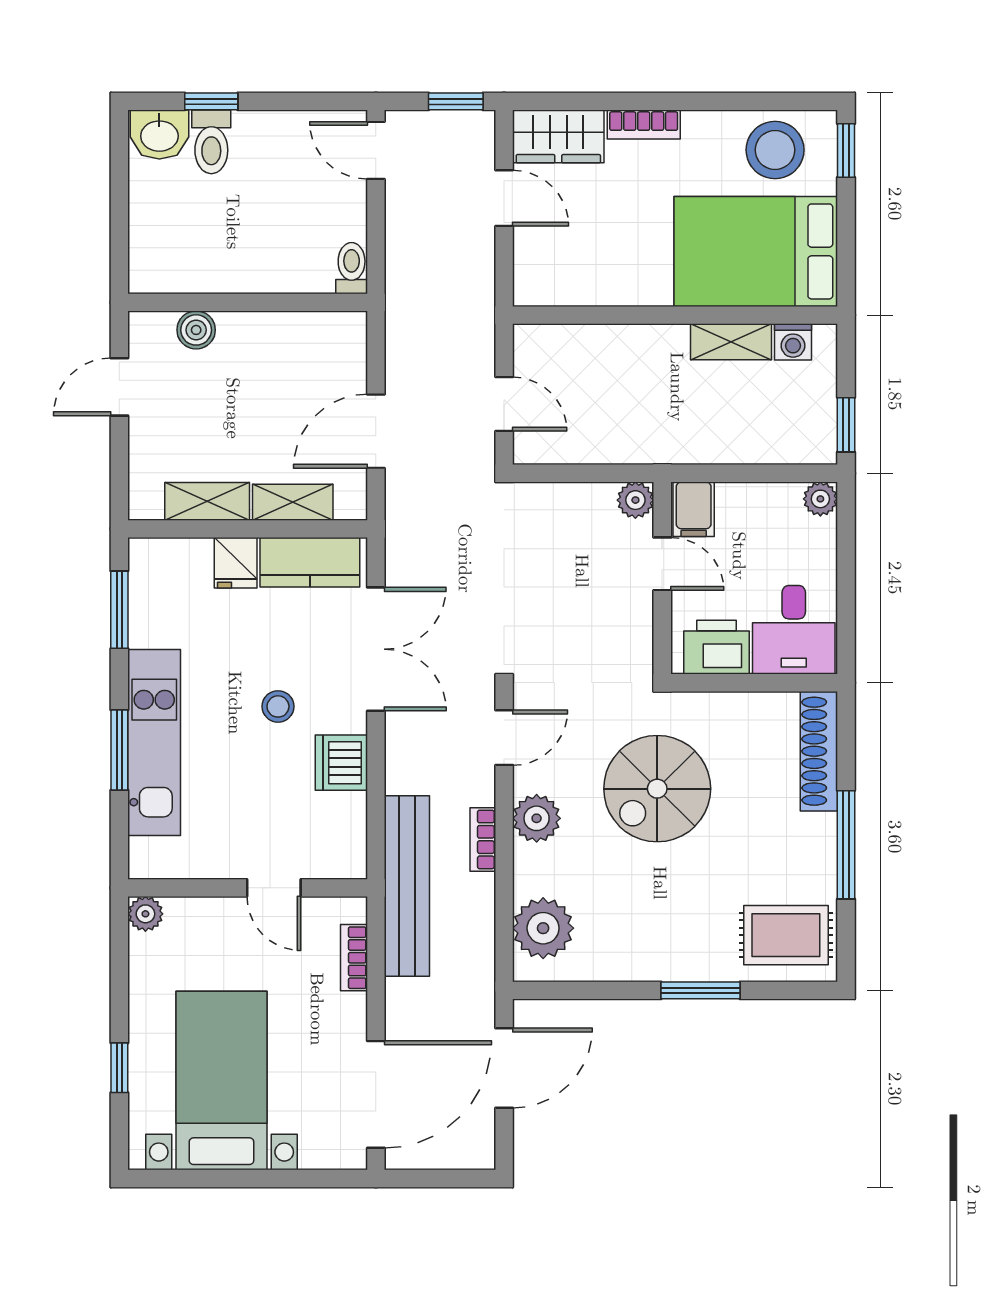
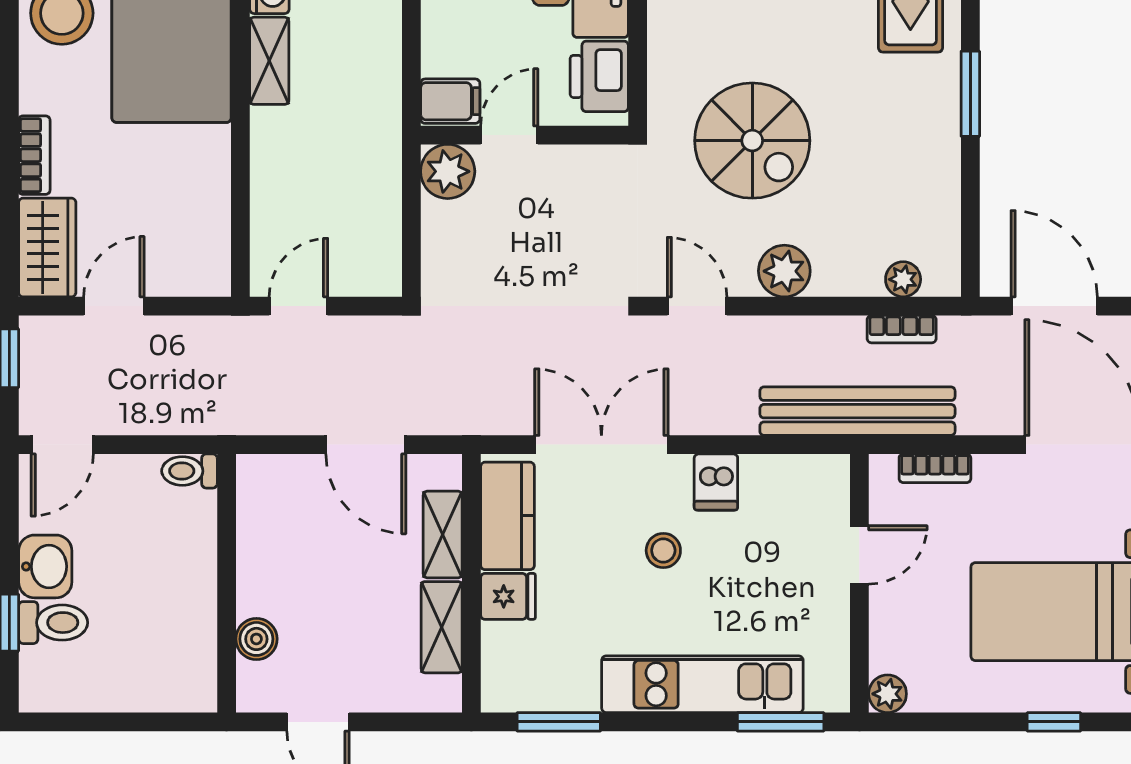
washbasin: (159, 135) -> (45, 566), moved
door: (504, 404) -> (298, 306), moved
plant: (635, 500) -> (448, 171), width x1.38, depth x1.38
window: (119, 750) -> (781, 722), moved
dishwasher: (341, 763) -> (716, 482), width x0.73
bookcase: (483, 839) -> (902, 329), moved
plant: (543, 928) -> (903, 279), width x0.53, depth x0.53

